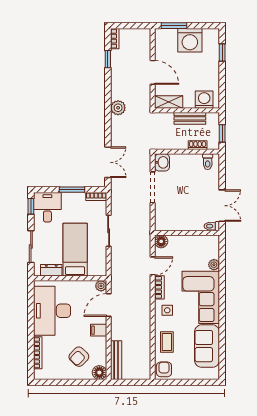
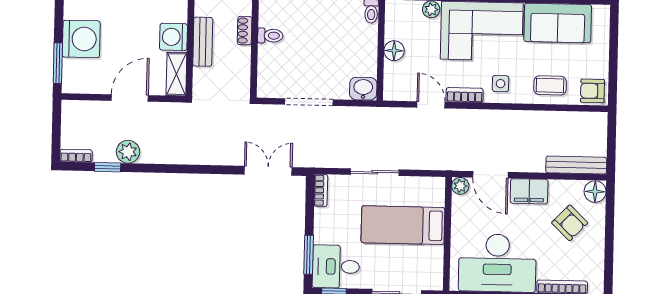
washing machine: (204, 100) -> (173, 37), moved
plant: (118, 108) -> (128, 152), moved
washbasin: (162, 162) -> (363, 89), moved
toilet: (208, 162) -> (270, 36), moved
window: (72, 190) -> (309, 255), moved
floor lamp: (161, 241) -> (394, 51), moved
dresser: (51, 270) -> (434, 263), removed
filing cabinet: (99, 330) -> (529, 191), width x2.00

